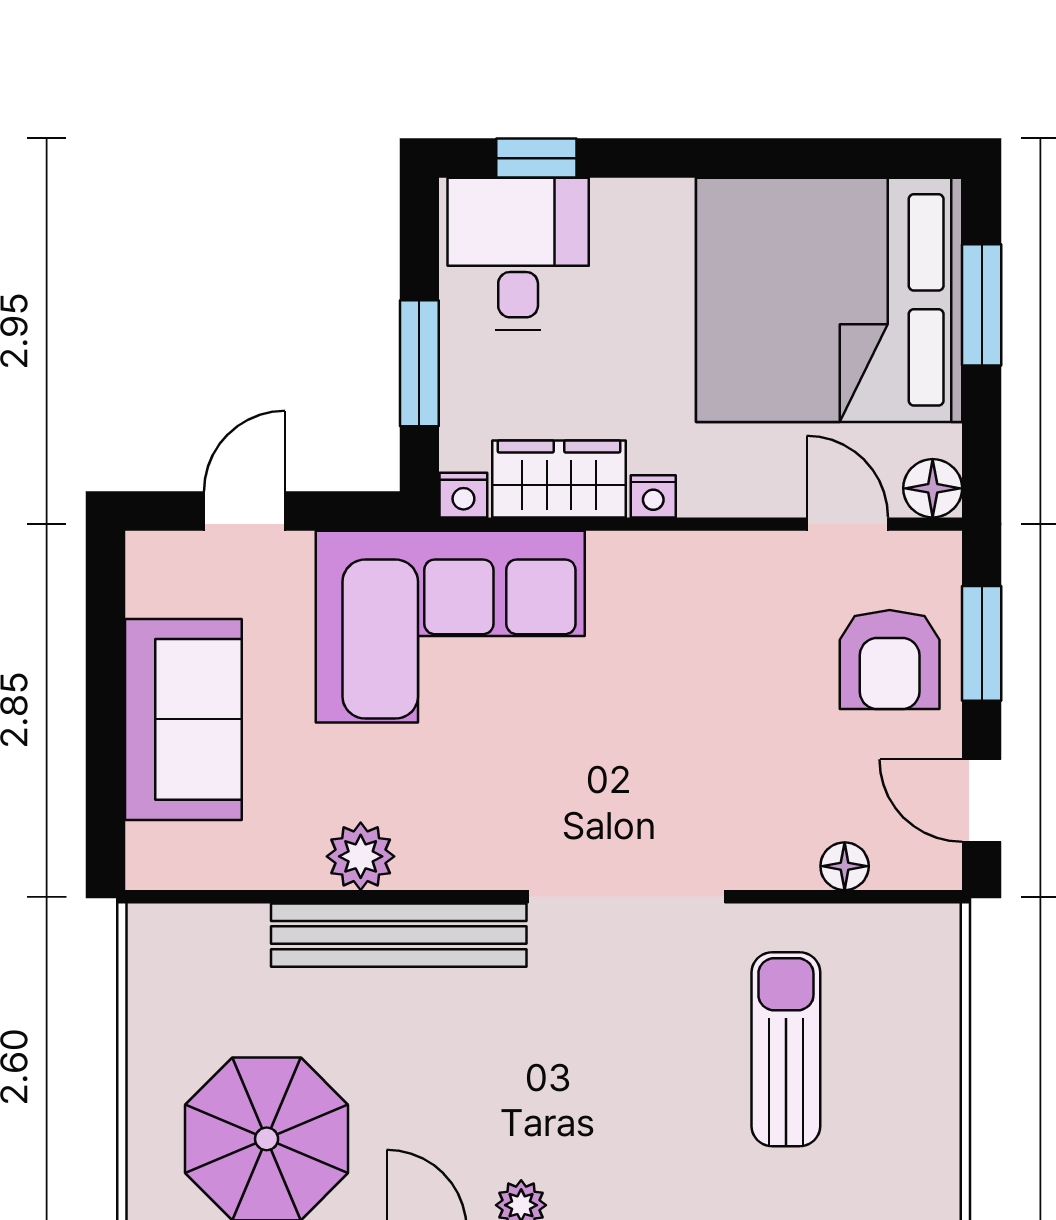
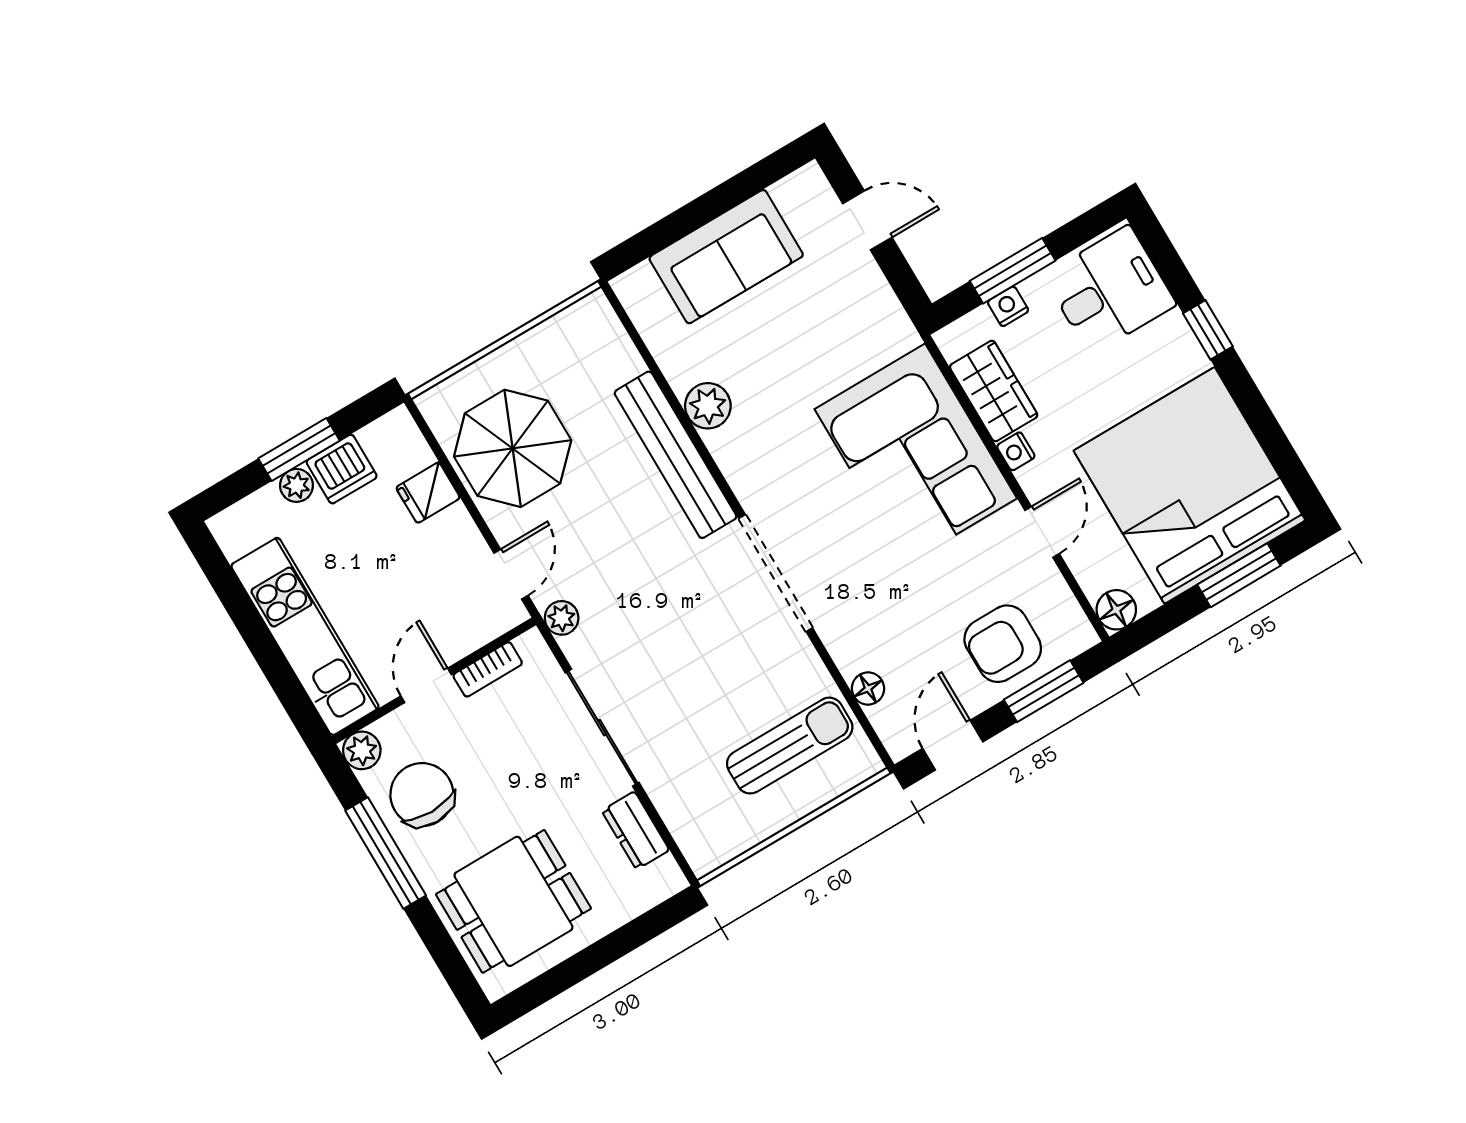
window: (536, 158) -> (1208, 330), moved
nightstand: (463, 495) -> (1008, 306), moved, turned 90
door: (847, 524) -> (1042, 532), moved
corner sofa: (450, 627) -> (916, 454), moved
sun lounger: (786, 1049) -> (790, 746), moved

